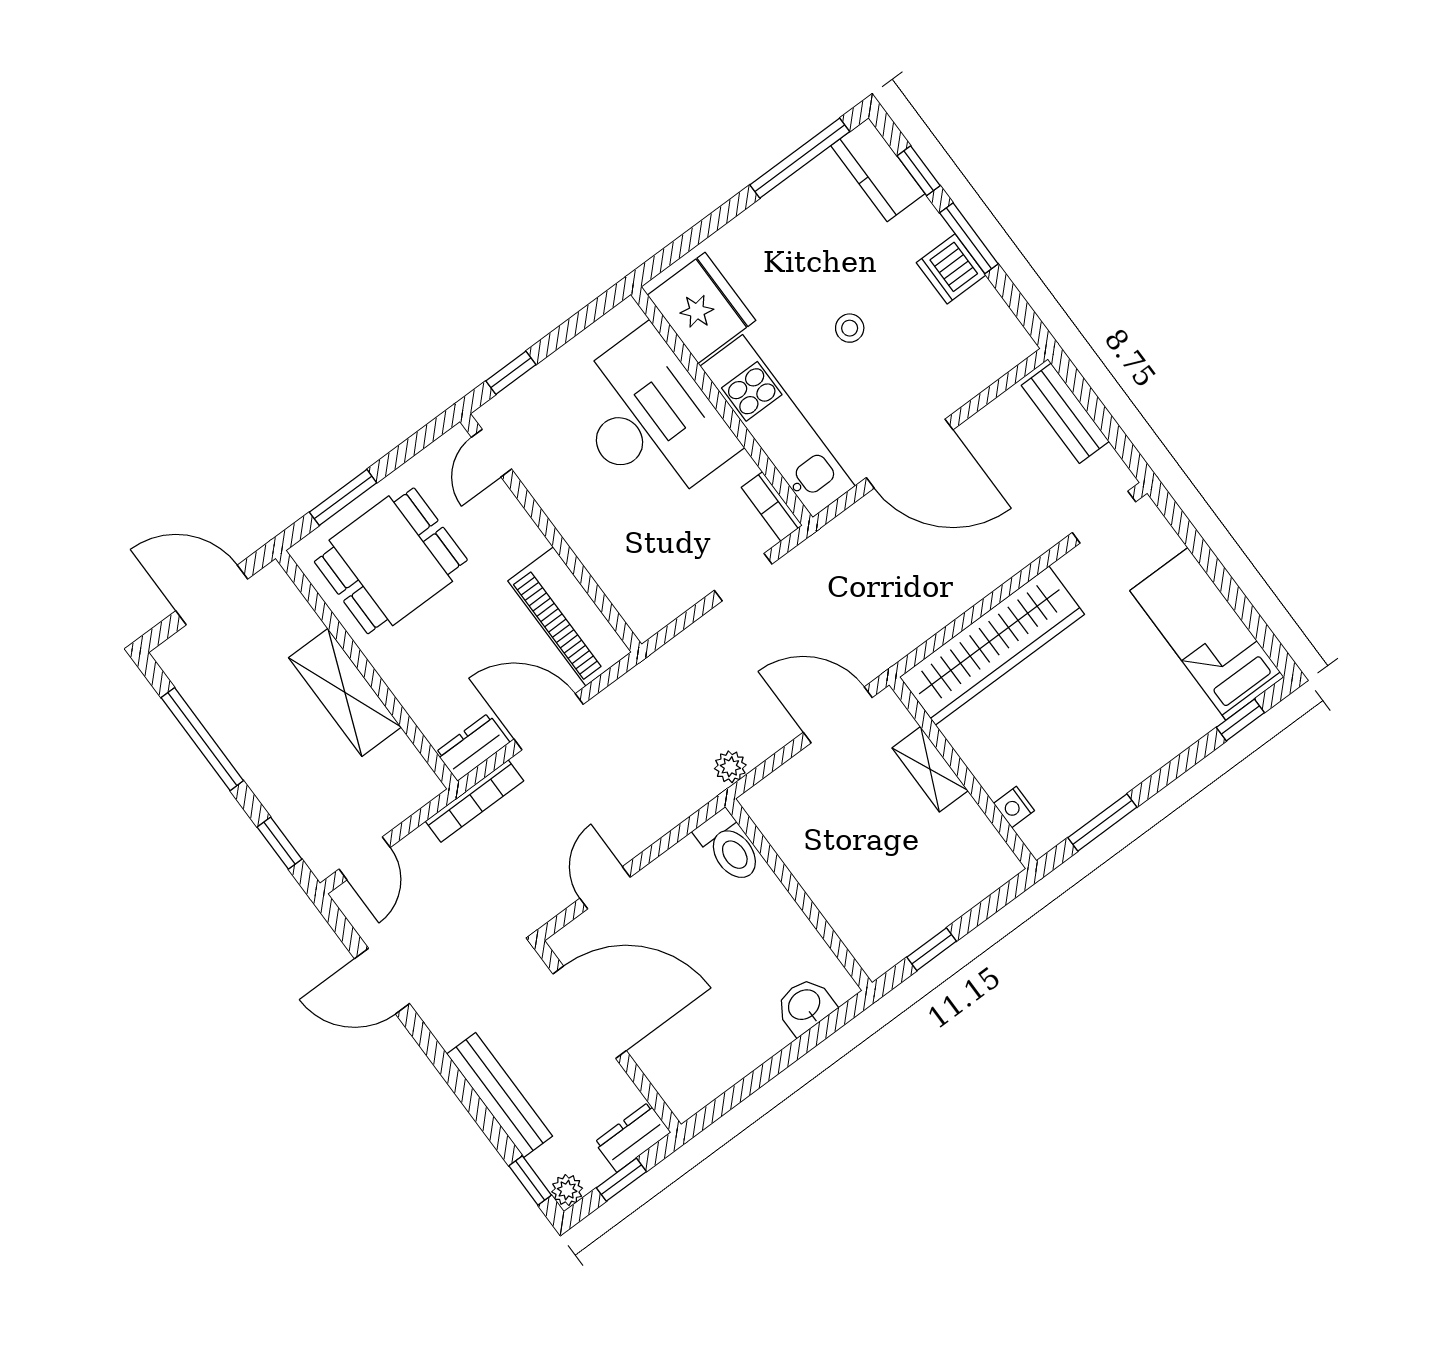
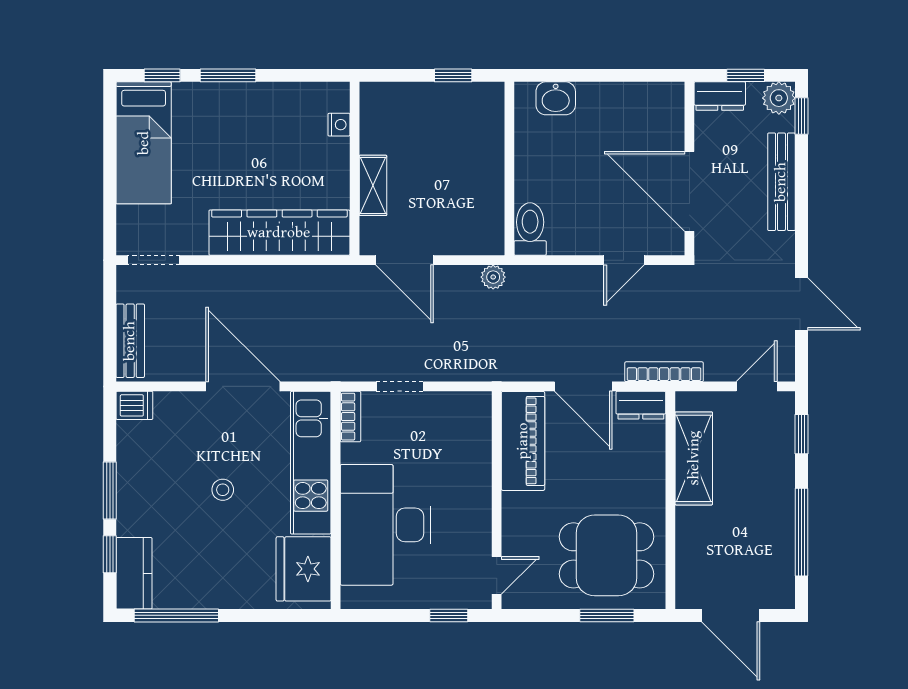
dishwasher: (951, 269) -> (134, 405), moved, width x0.73
shelving: (345, 692) -> (694, 458), moved
window: (1102, 822) -> (228, 75), moved
plant: (567, 1190) -> (779, 98), width x1.38, depth x1.38

